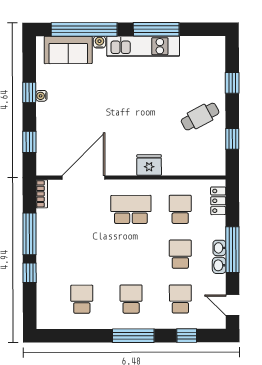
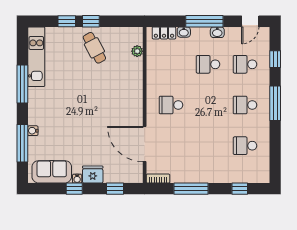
window: (84, 29) -> (22, 143), width x0.68
kitchen unit: (143, 46) -> (36, 57), moved
sofa: (68, 50) -> (52, 172), moved, turned -90
window: (232, 139) -> (91, 21), moved
fridge: (149, 165) -> (93, 175), moved, turned 90
plant: (196, 168) -> (137, 51), added
school desk: (131, 209) -> (171, 105), width x0.54
school desk: (180, 209) -> (171, 64), removed
washbasin: (219, 248) -> (184, 32), moved
window: (30, 273) -> (240, 189), moved

